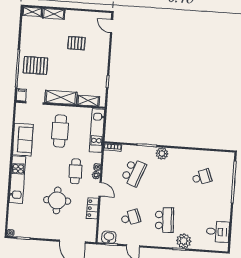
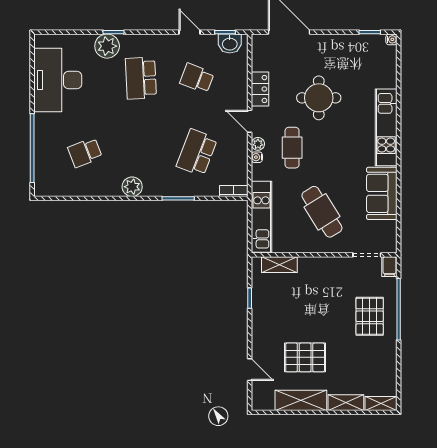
door: (112, 26) -> (250, 370), moved
pallet: (76, 43) -> (305, 357), width x1.50, depth x1.42
pallet: (35, 65) -> (370, 316), turned 90
shelving: (61, 97) -> (301, 400), moved
cafe table: (60, 131) -> (322, 212), turned -32
plant: (162, 153) -> (132, 187), moved
school desk: (130, 218) -> (197, 78), turned 42
desk: (218, 232) -> (58, 80), width x1.87, depth x1.30

